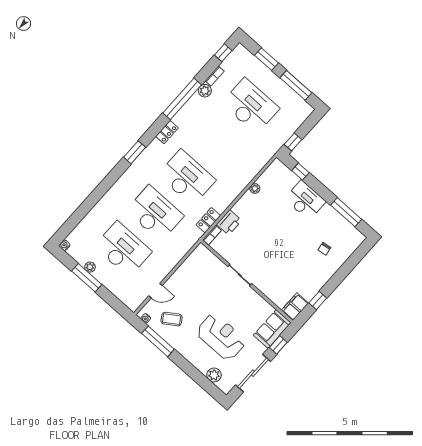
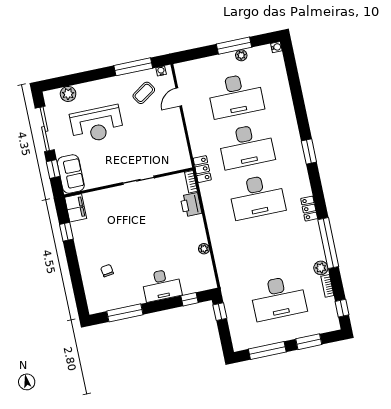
window: (135, 152) -> (309, 151), moved
locker: (208, 220) -> (202, 169), moved

